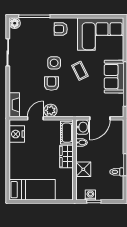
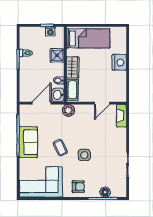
floor lamp: (15, 23) -> (105, 192), moved
armchair: (51, 83) -> (87, 136), removed
plant: (51, 110) -> (68, 110), moved
nightstand: (17, 134) -> (119, 62), moved
bed: (32, 190) -> (88, 38), moved, turned 180

